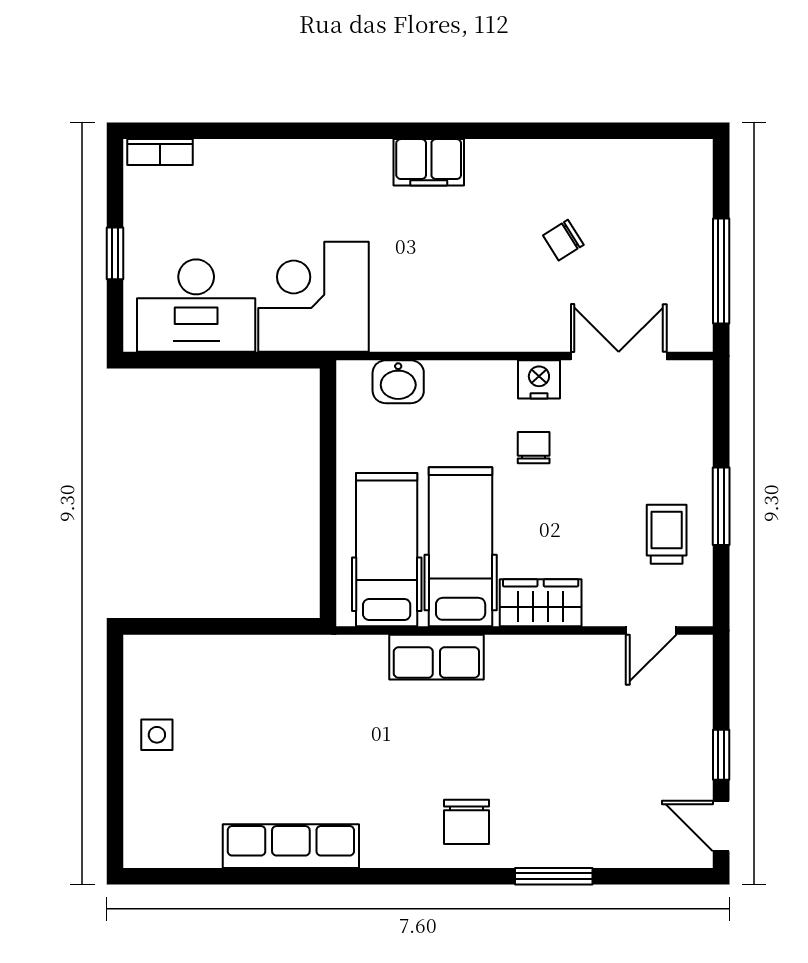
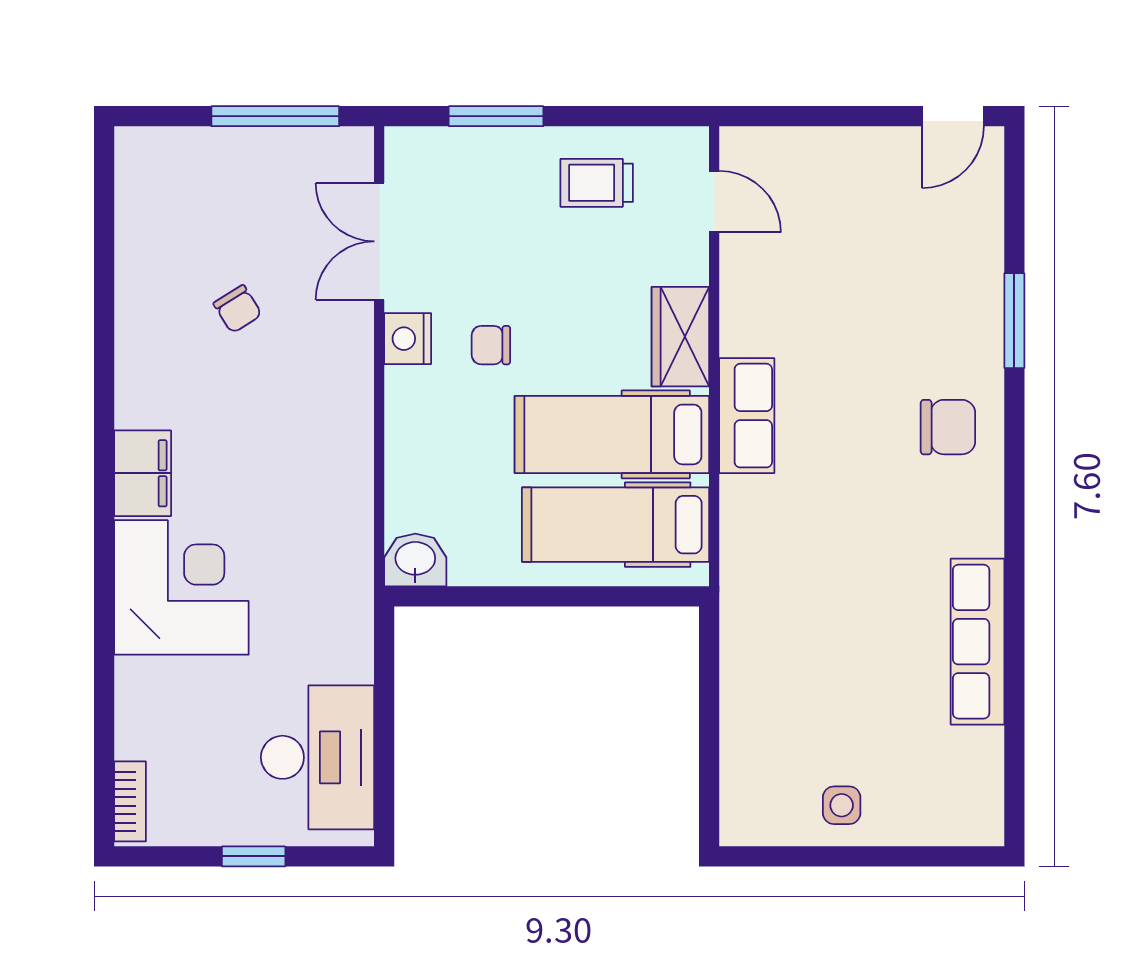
corner desk: (313, 297) -> (181, 587), moved, turned 180
washbasin: (398, 382) -> (415, 560), moved, turned -90
window: (721, 506) -> (496, 116), moved
row of seats: (436, 657) -> (747, 416), moved
window: (721, 755) -> (866, 116), removed

